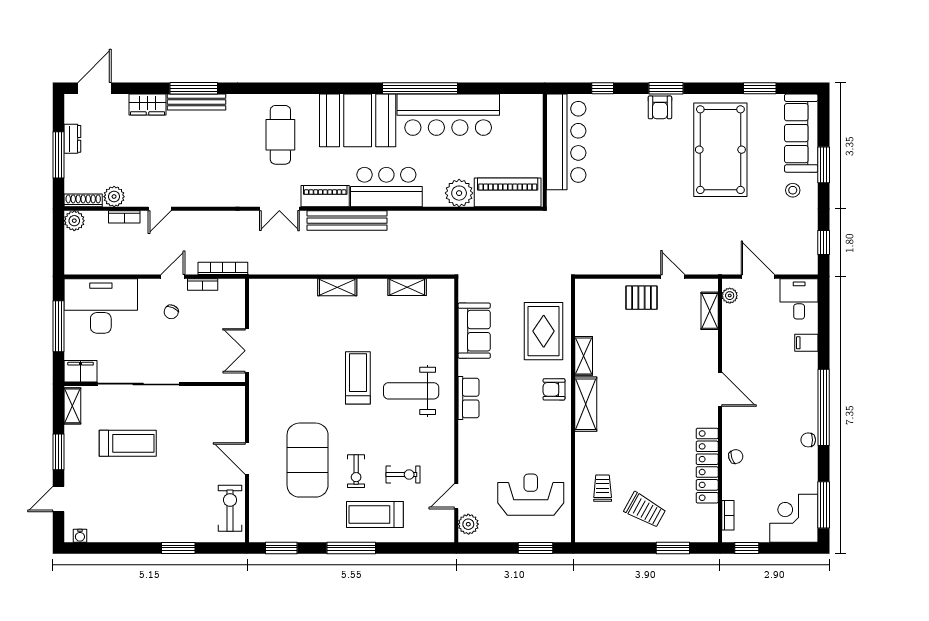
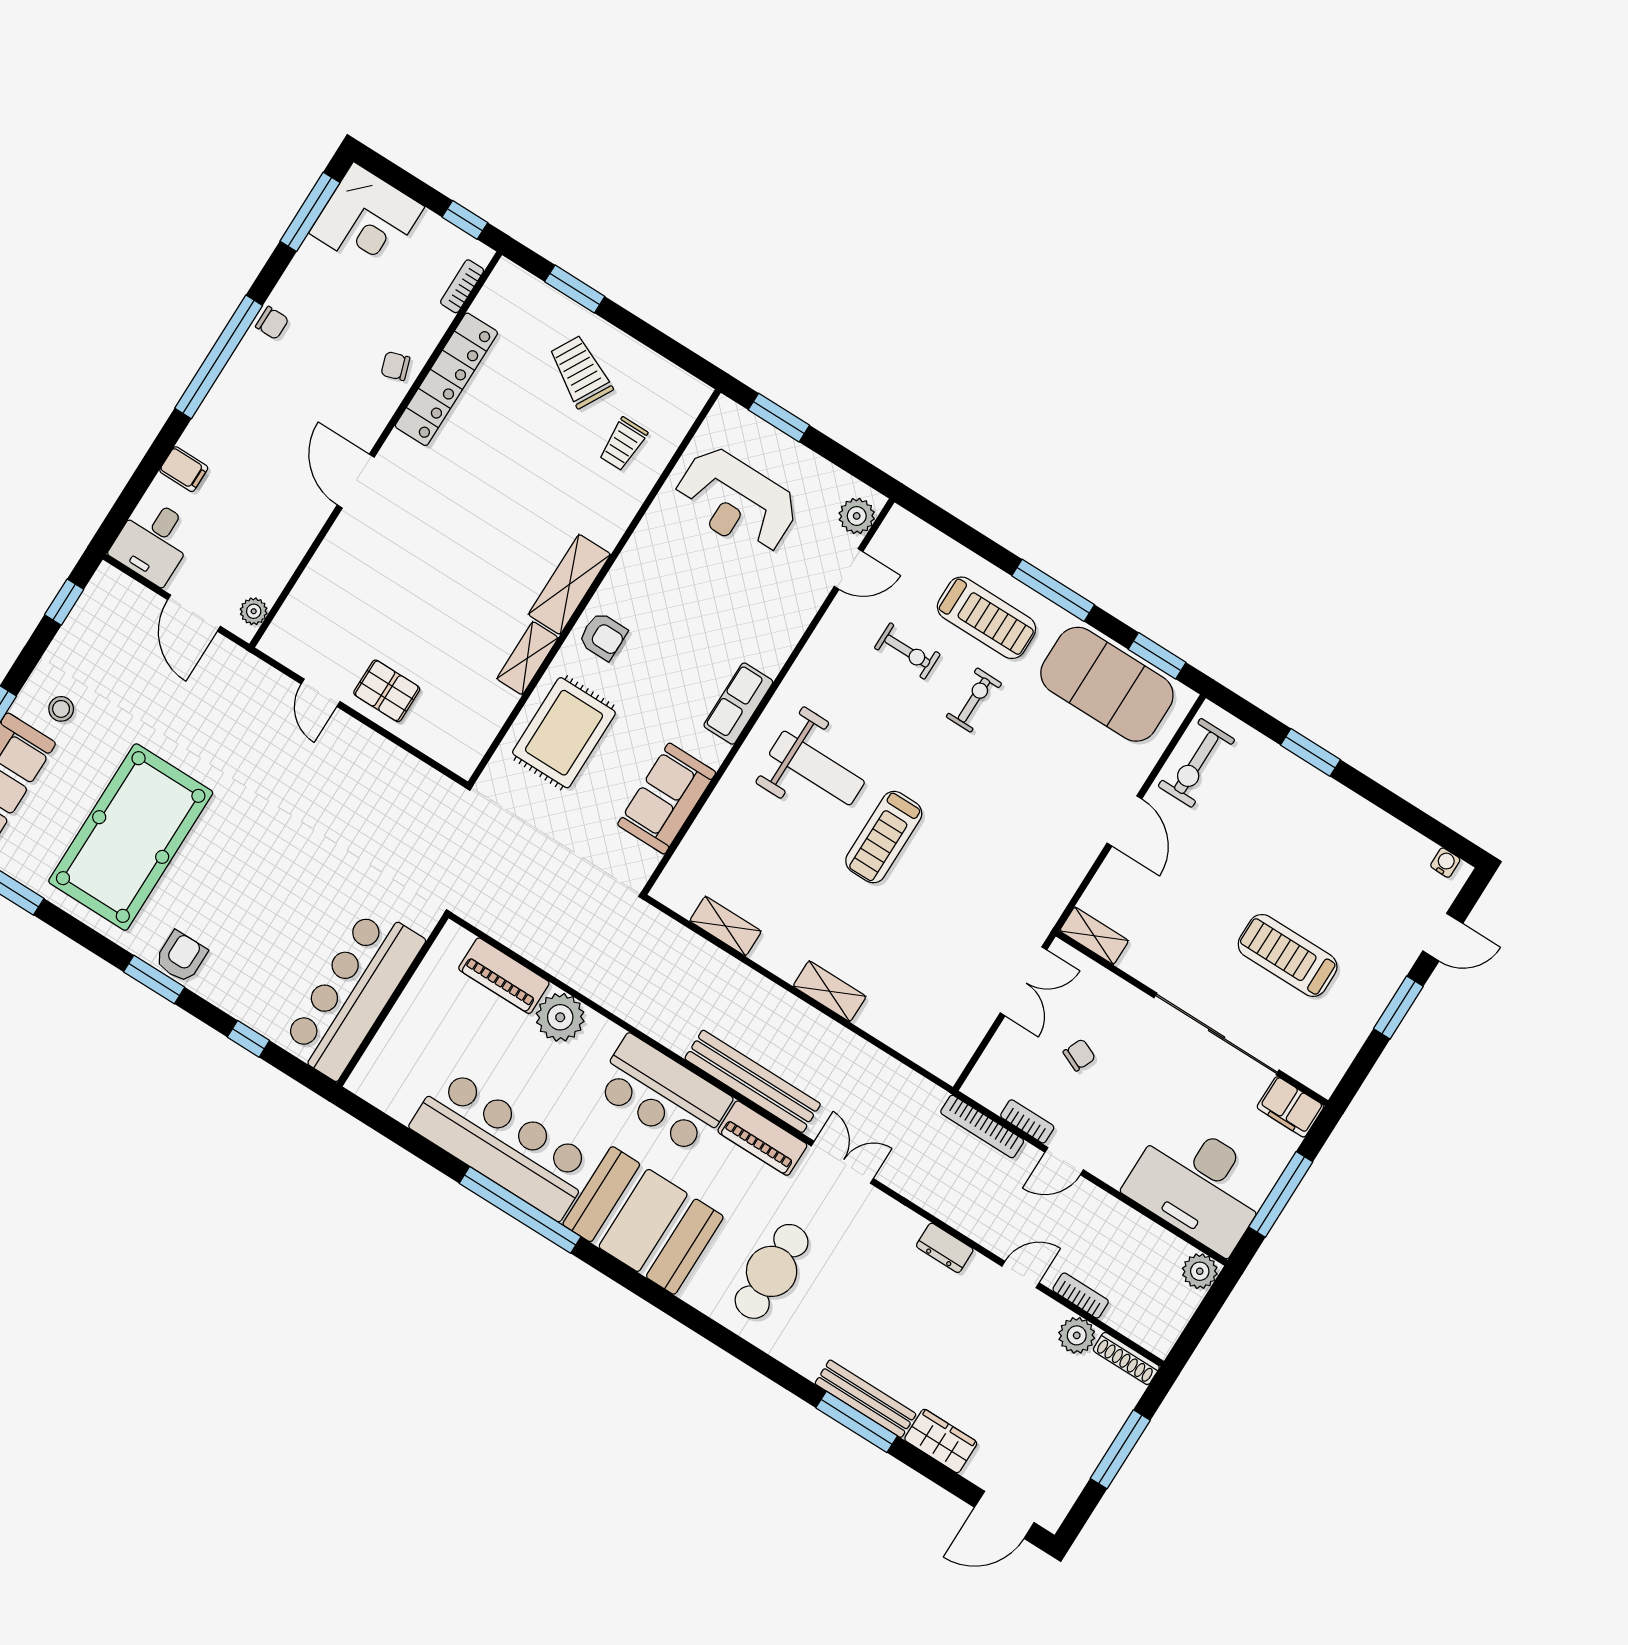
dresser: (72, 139) -> (945, 1248), moved, turned -90
piano: (508, 192) -> (504, 976), width x0.73, depth x0.75
plant: (74, 221) -> (1200, 1271), moved
shelving: (710, 311) -> (298, 607), removed
chair: (171, 312) -> (1079, 1055), moved
shelving: (72, 406) -> (1094, 936), moved, turned 90
exercise mat: (308, 460) -> (1107, 684), moved, turned 90
exercise bike: (403, 475) -> (907, 651), turned 180

